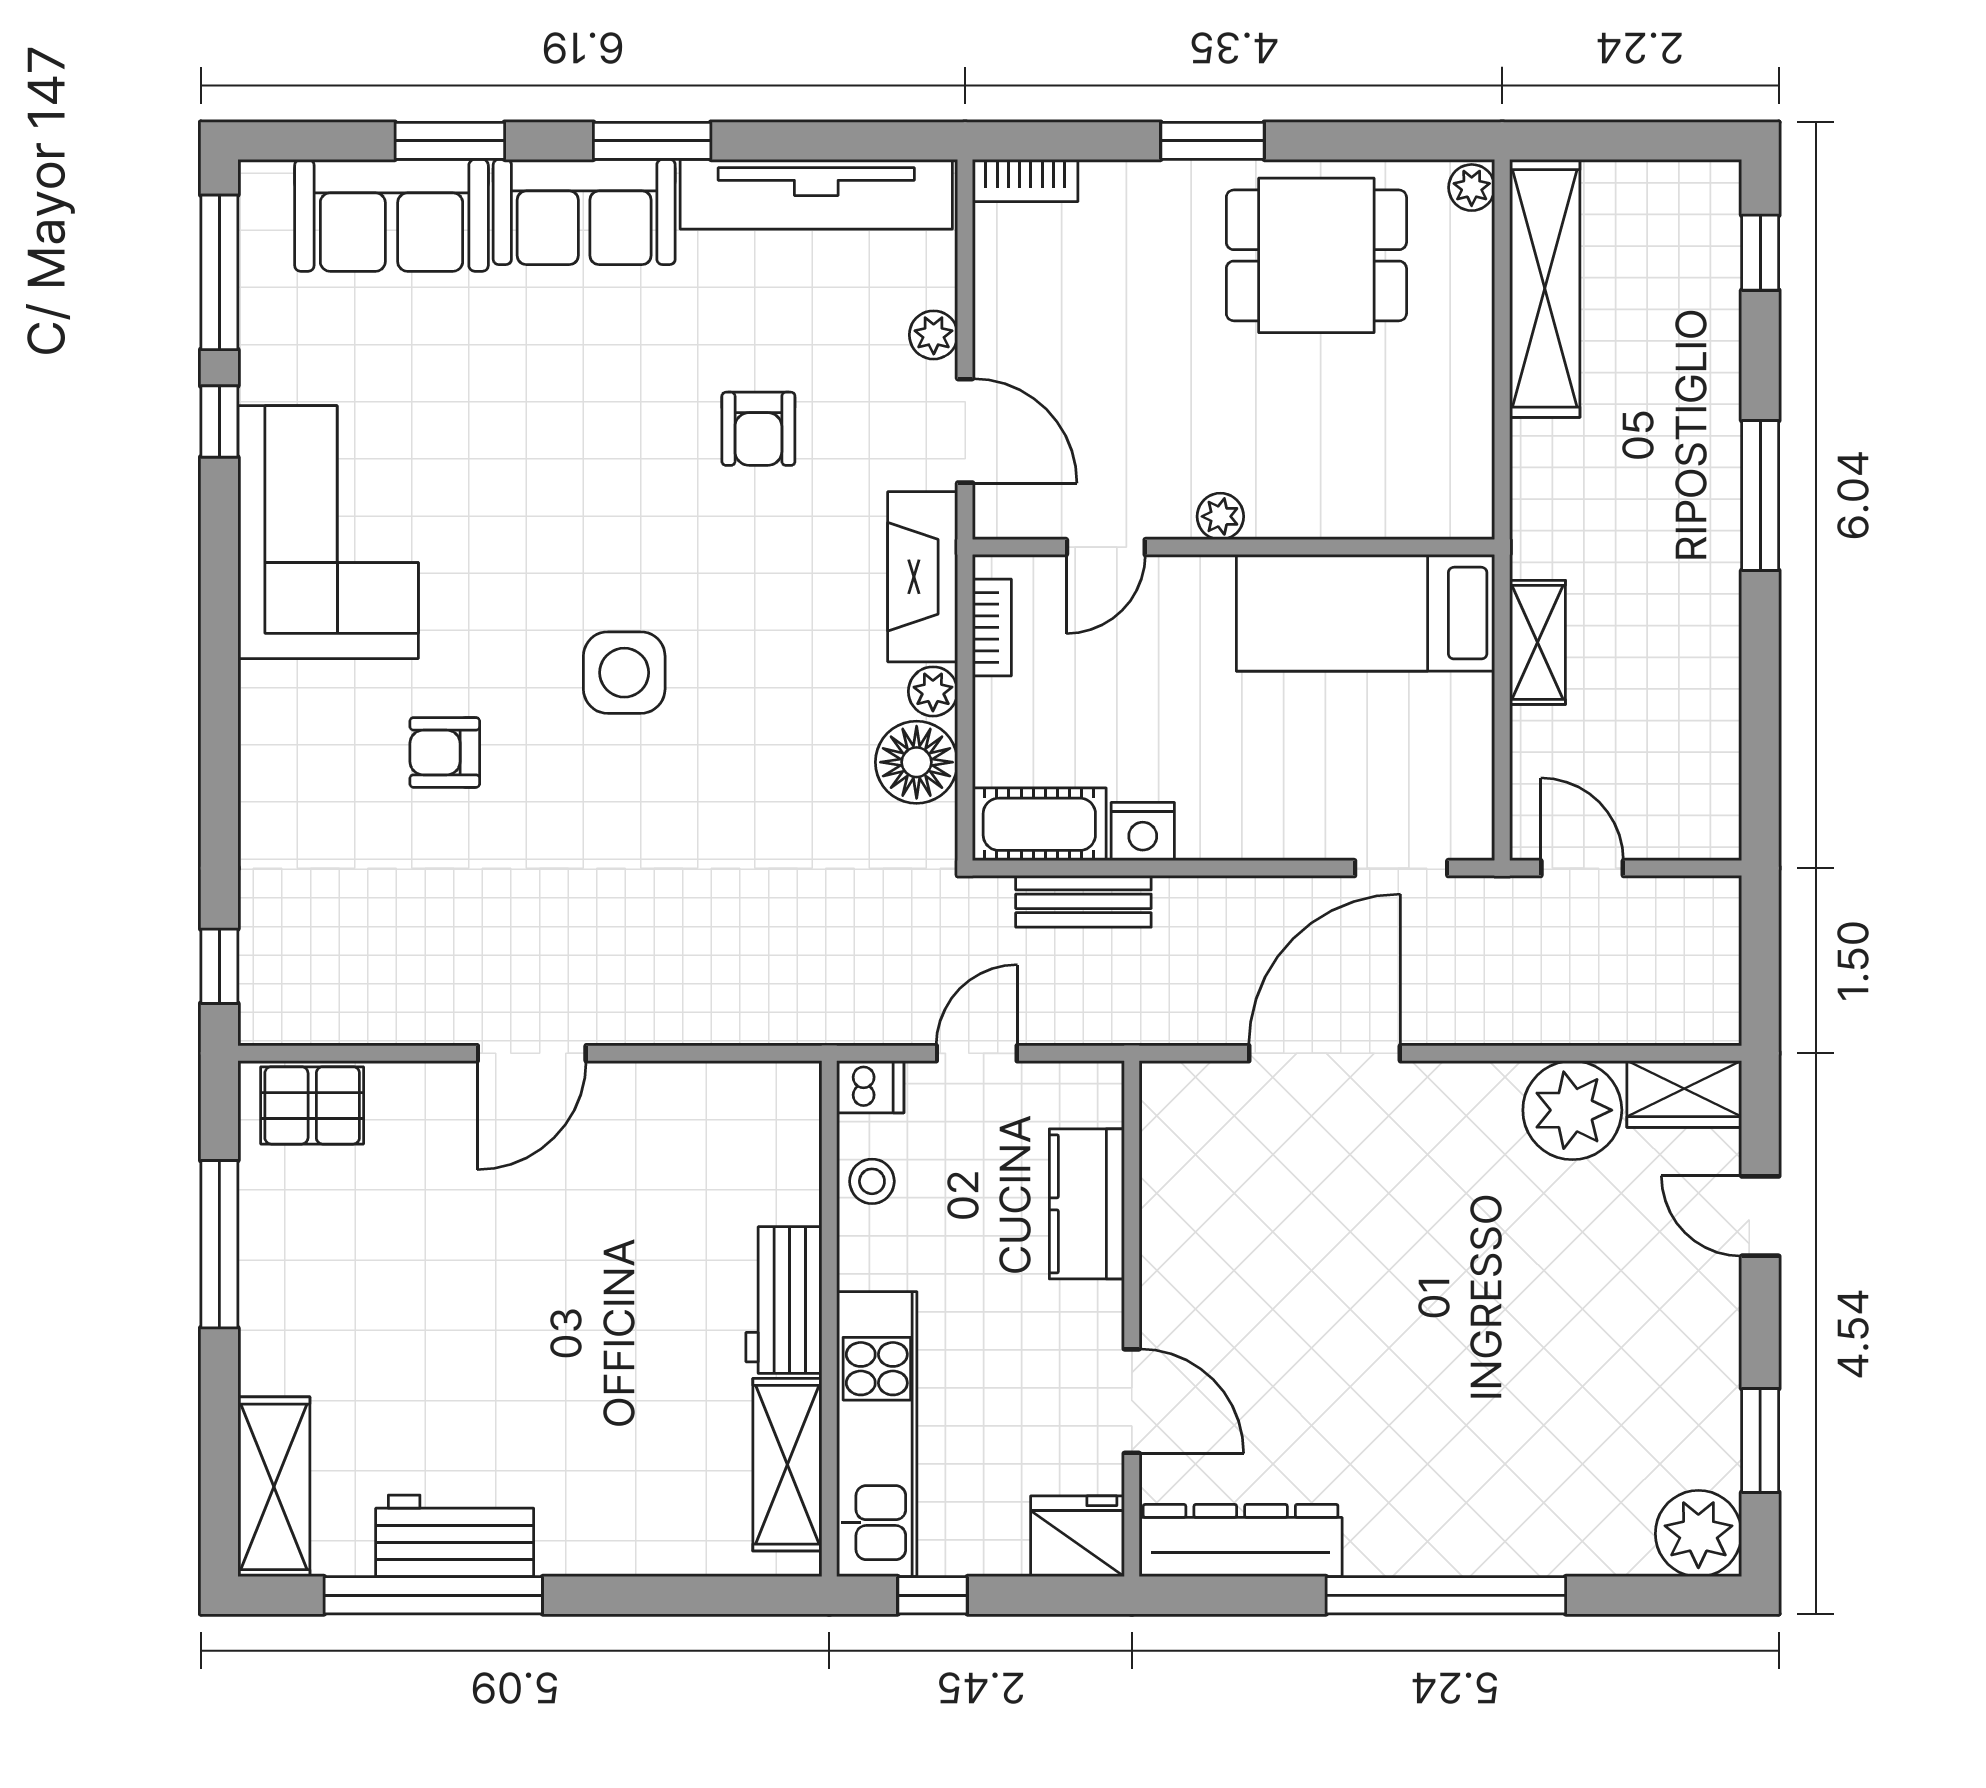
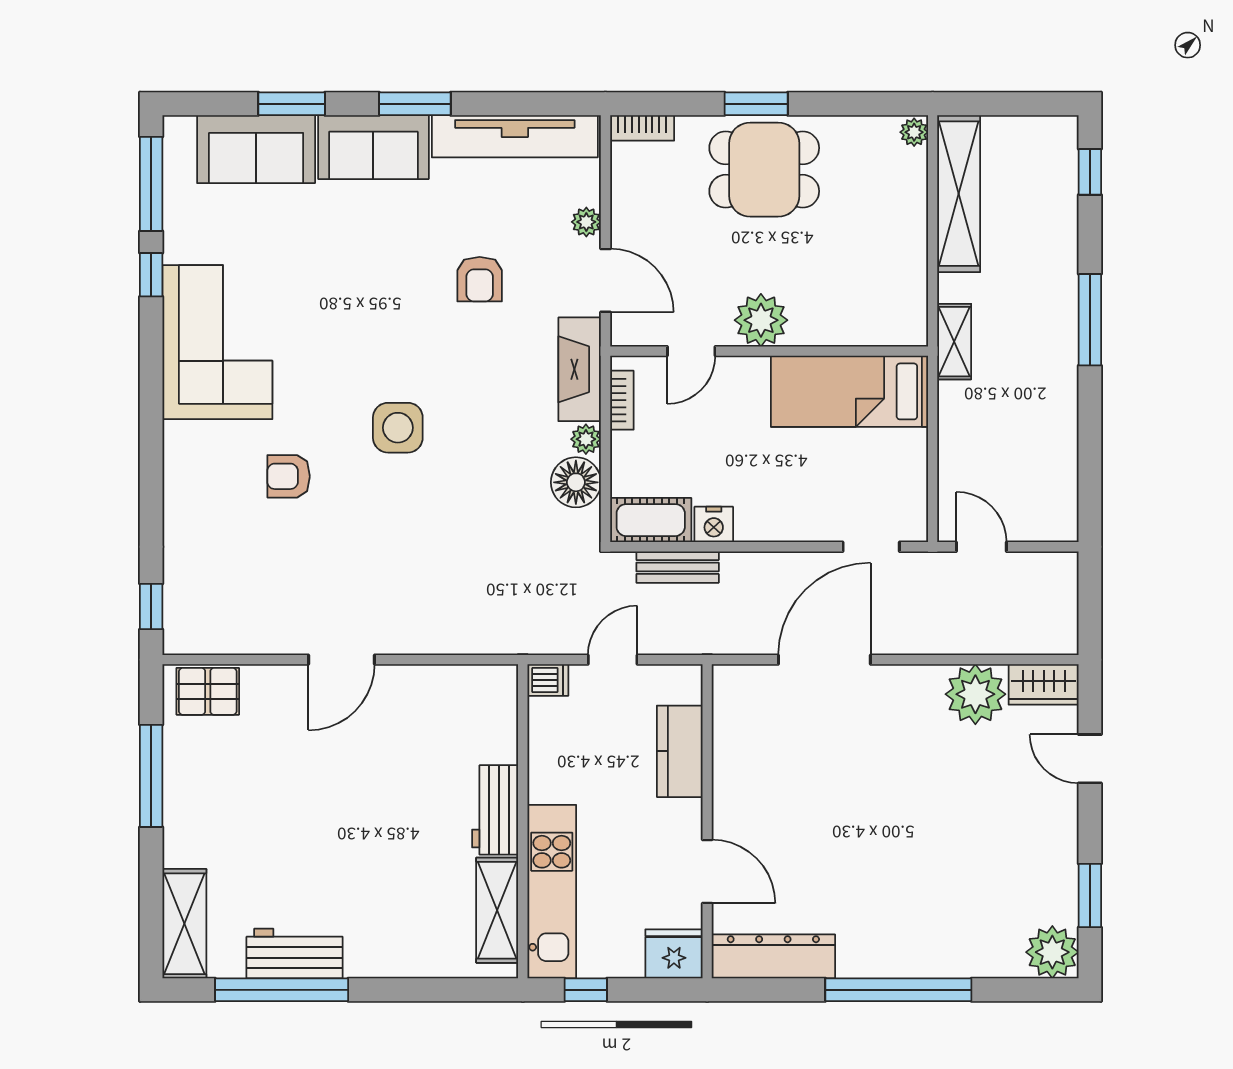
dining table: (1316, 255) -> (764, 170), moved
plant: (1220, 516) -> (761, 320), width x1.88, depth x1.88
shelving: (1537, 642) -> (954, 342), moved
stool: (872, 1181) -> (549, 738), removed

